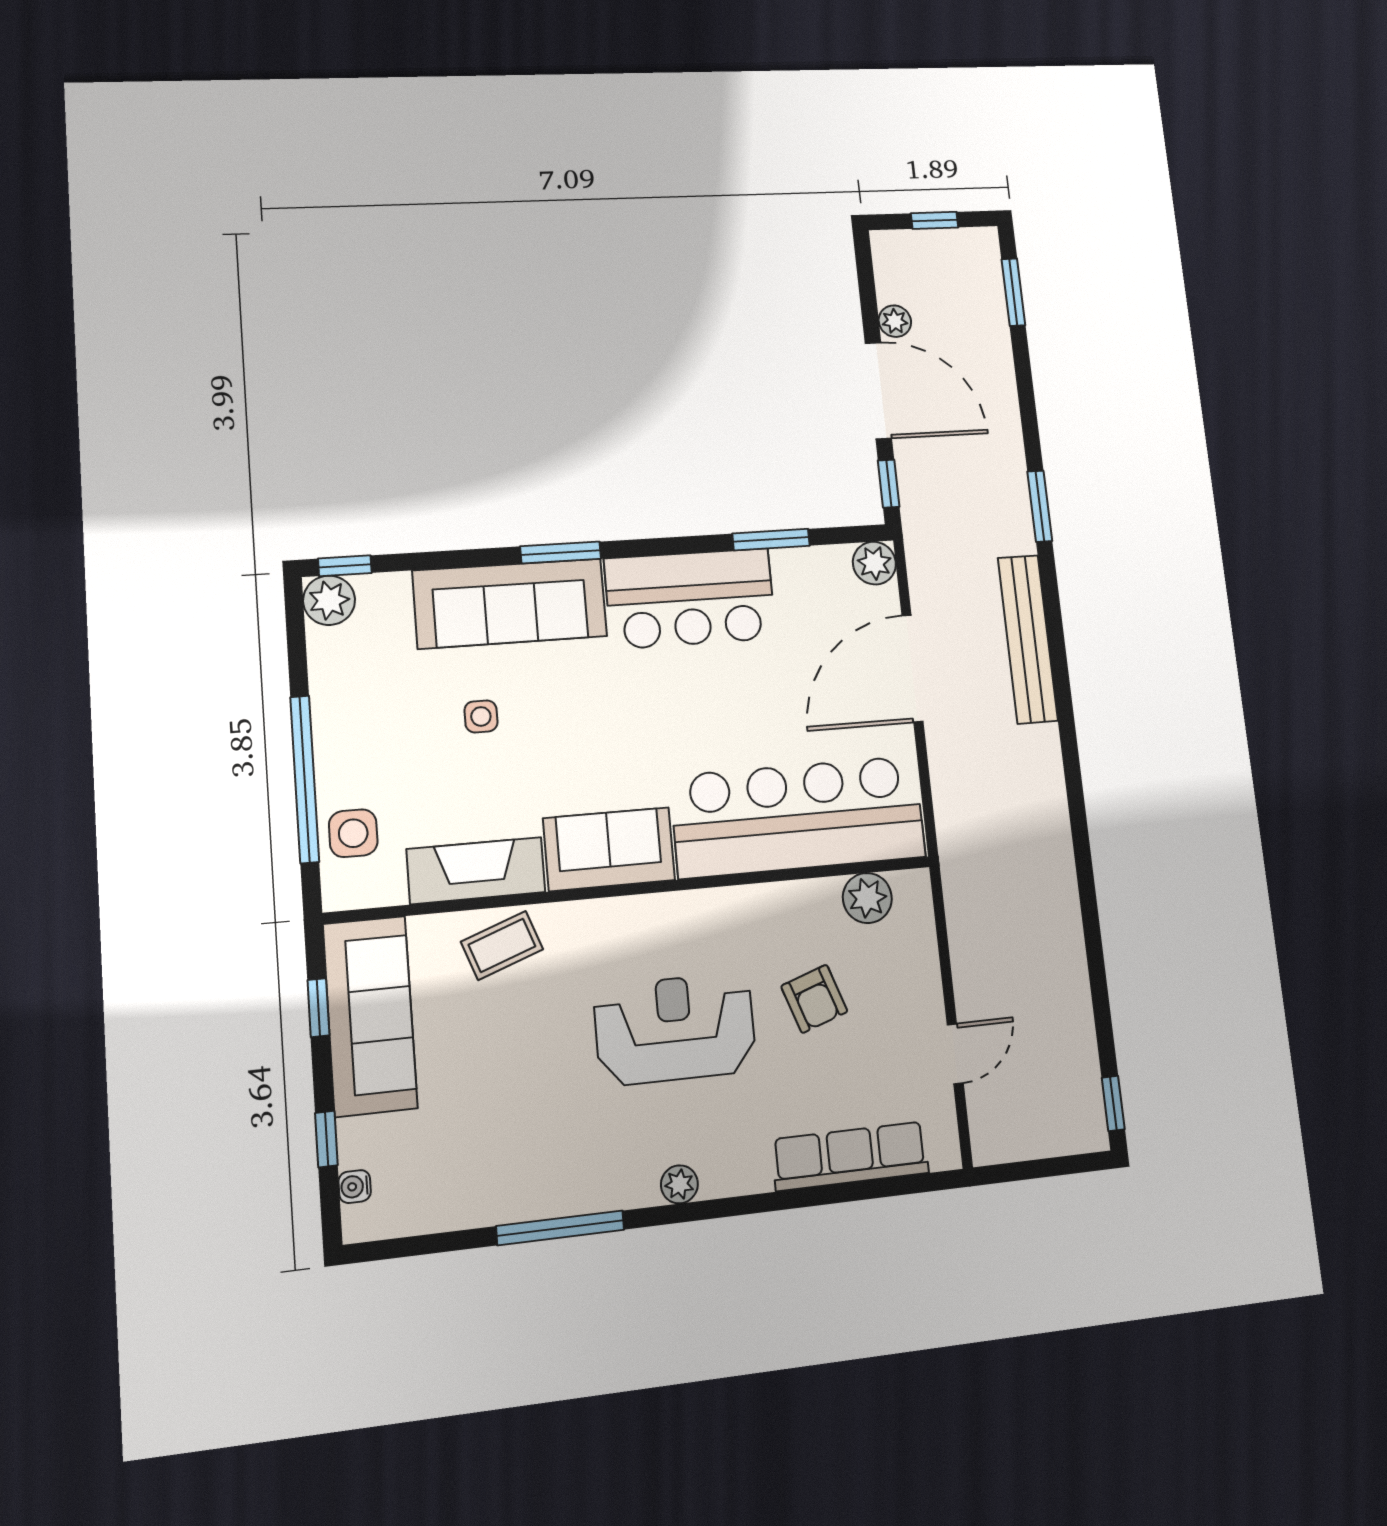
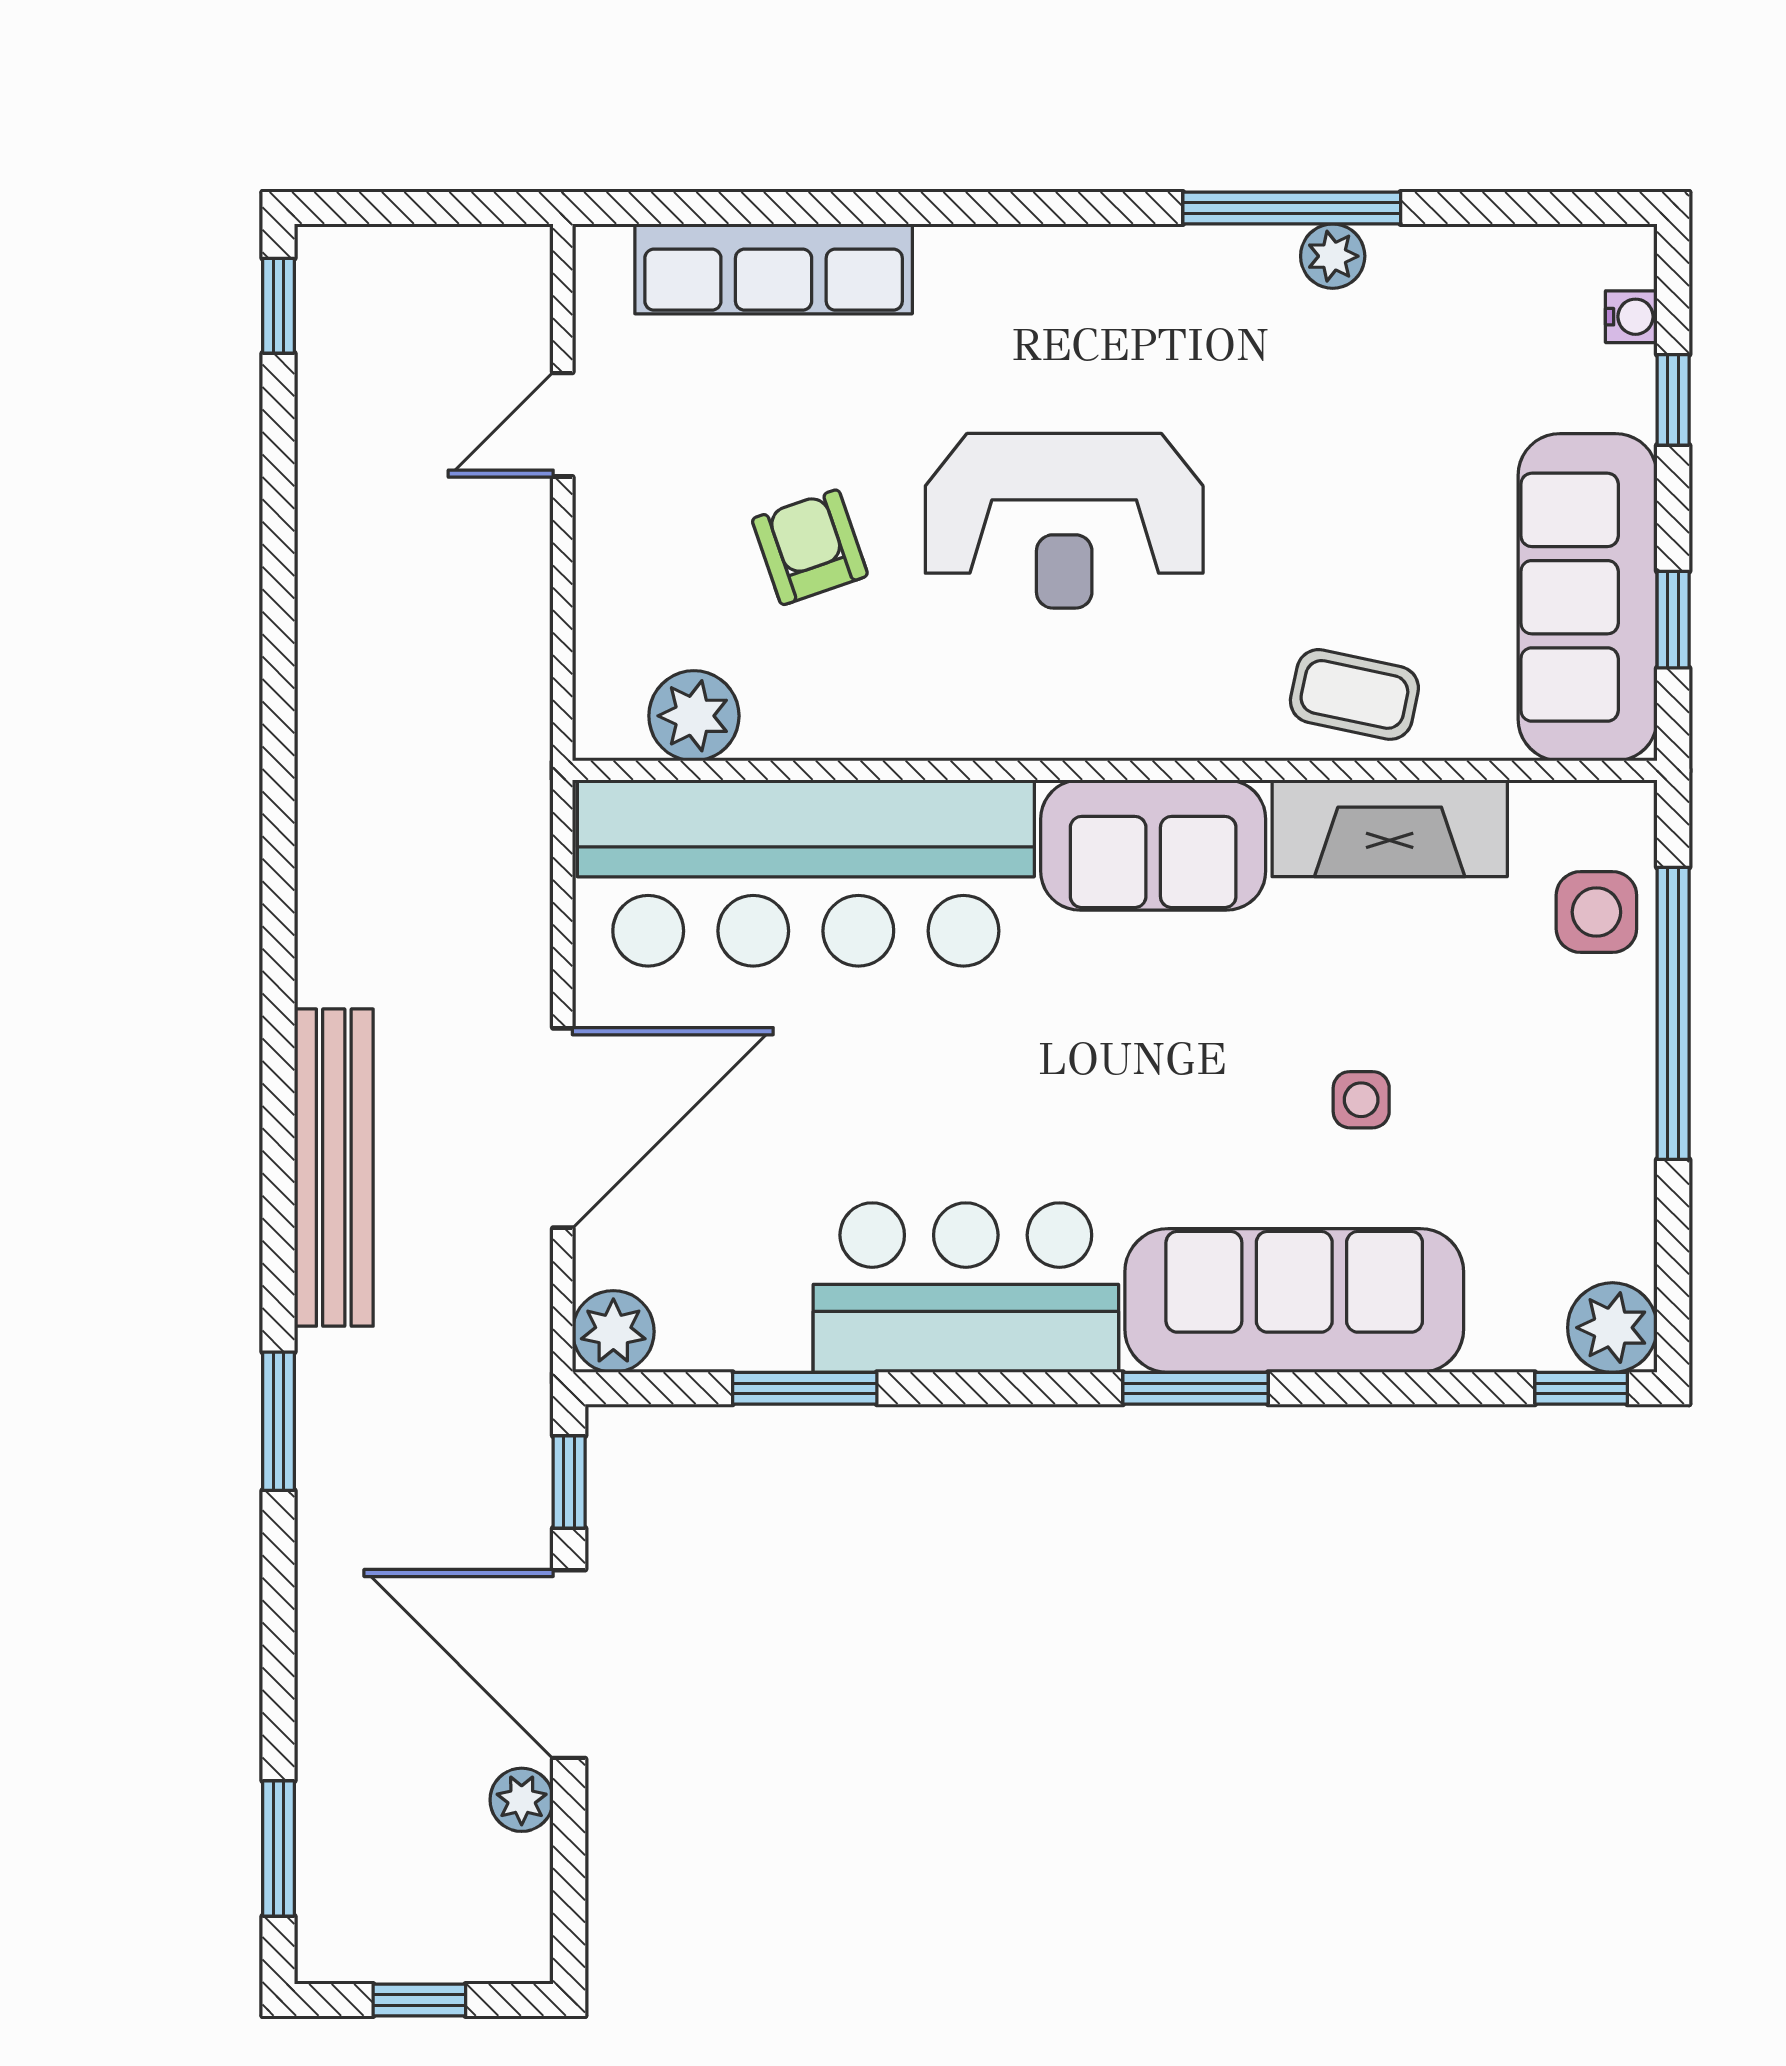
coffee table: (502, 945) -> (1354, 694), turned 32
plant: (679, 1184) -> (1333, 256), moved

